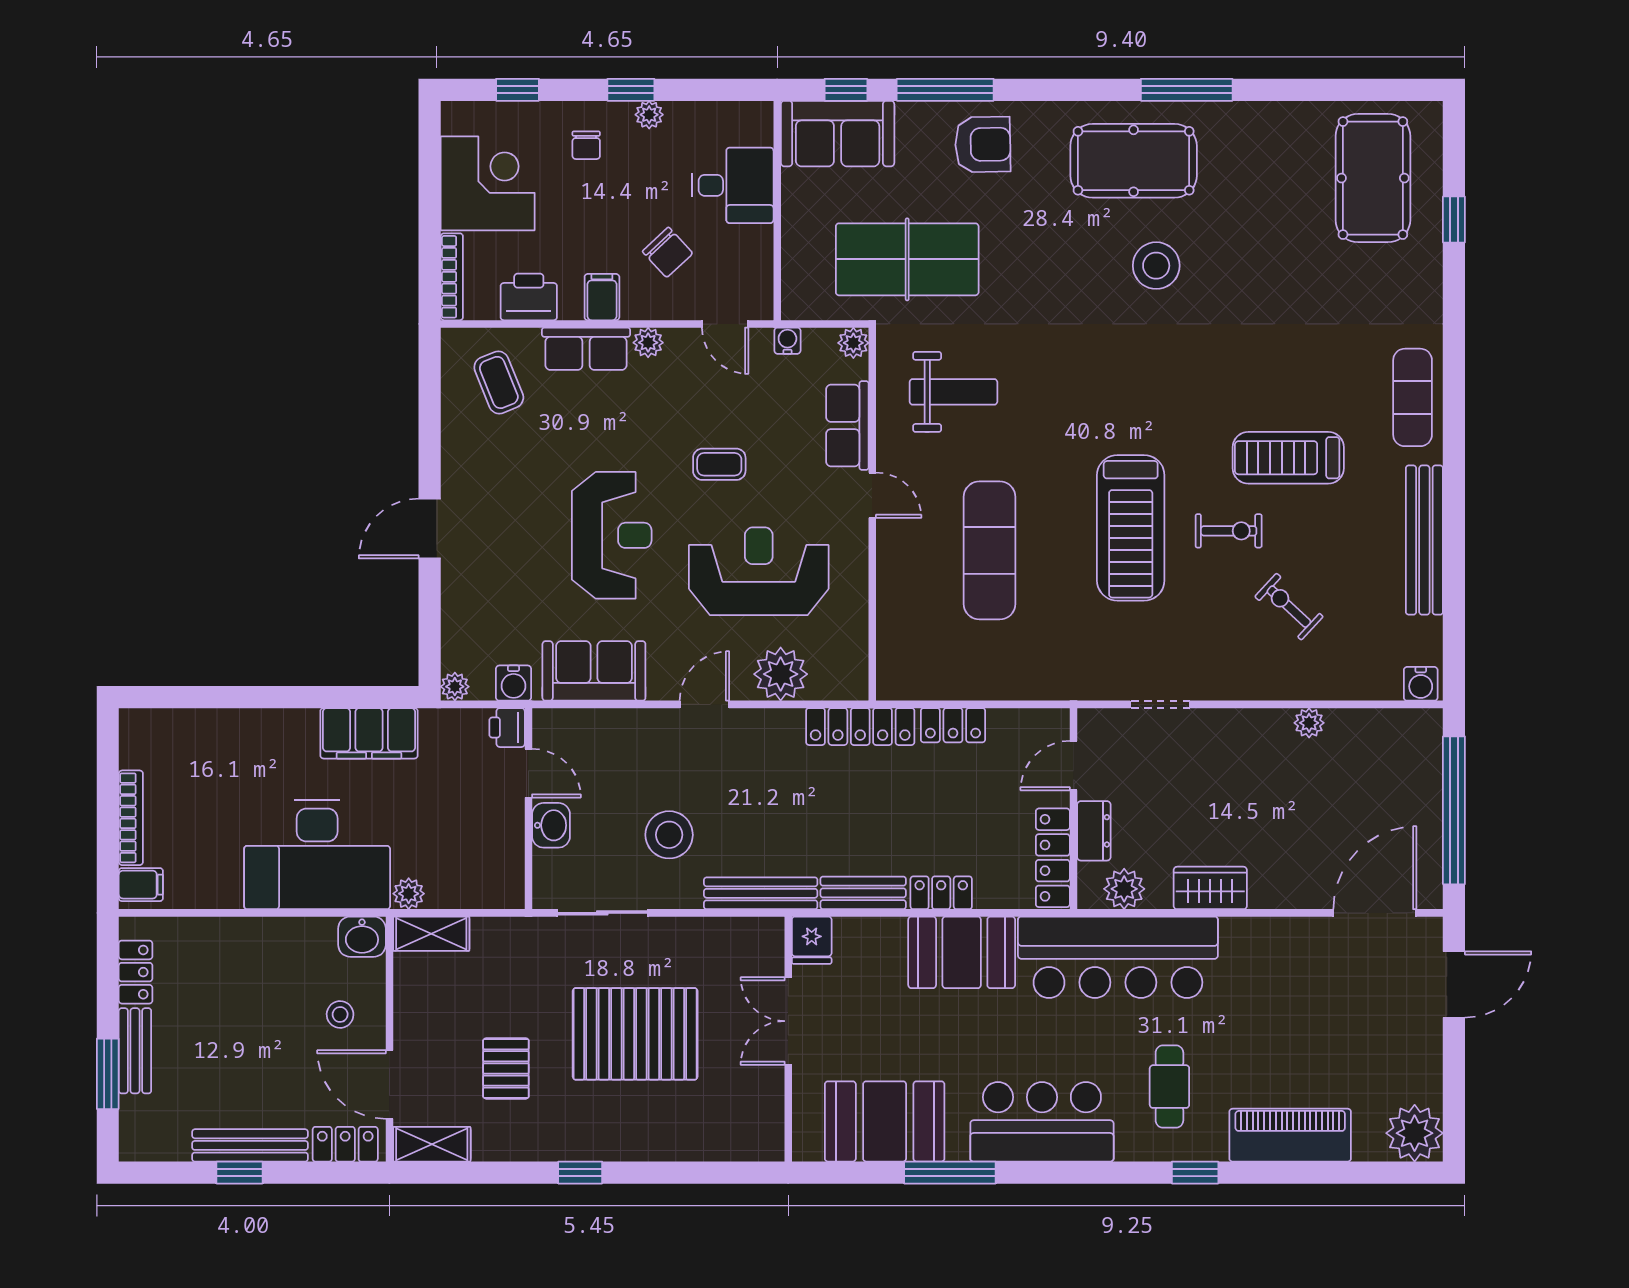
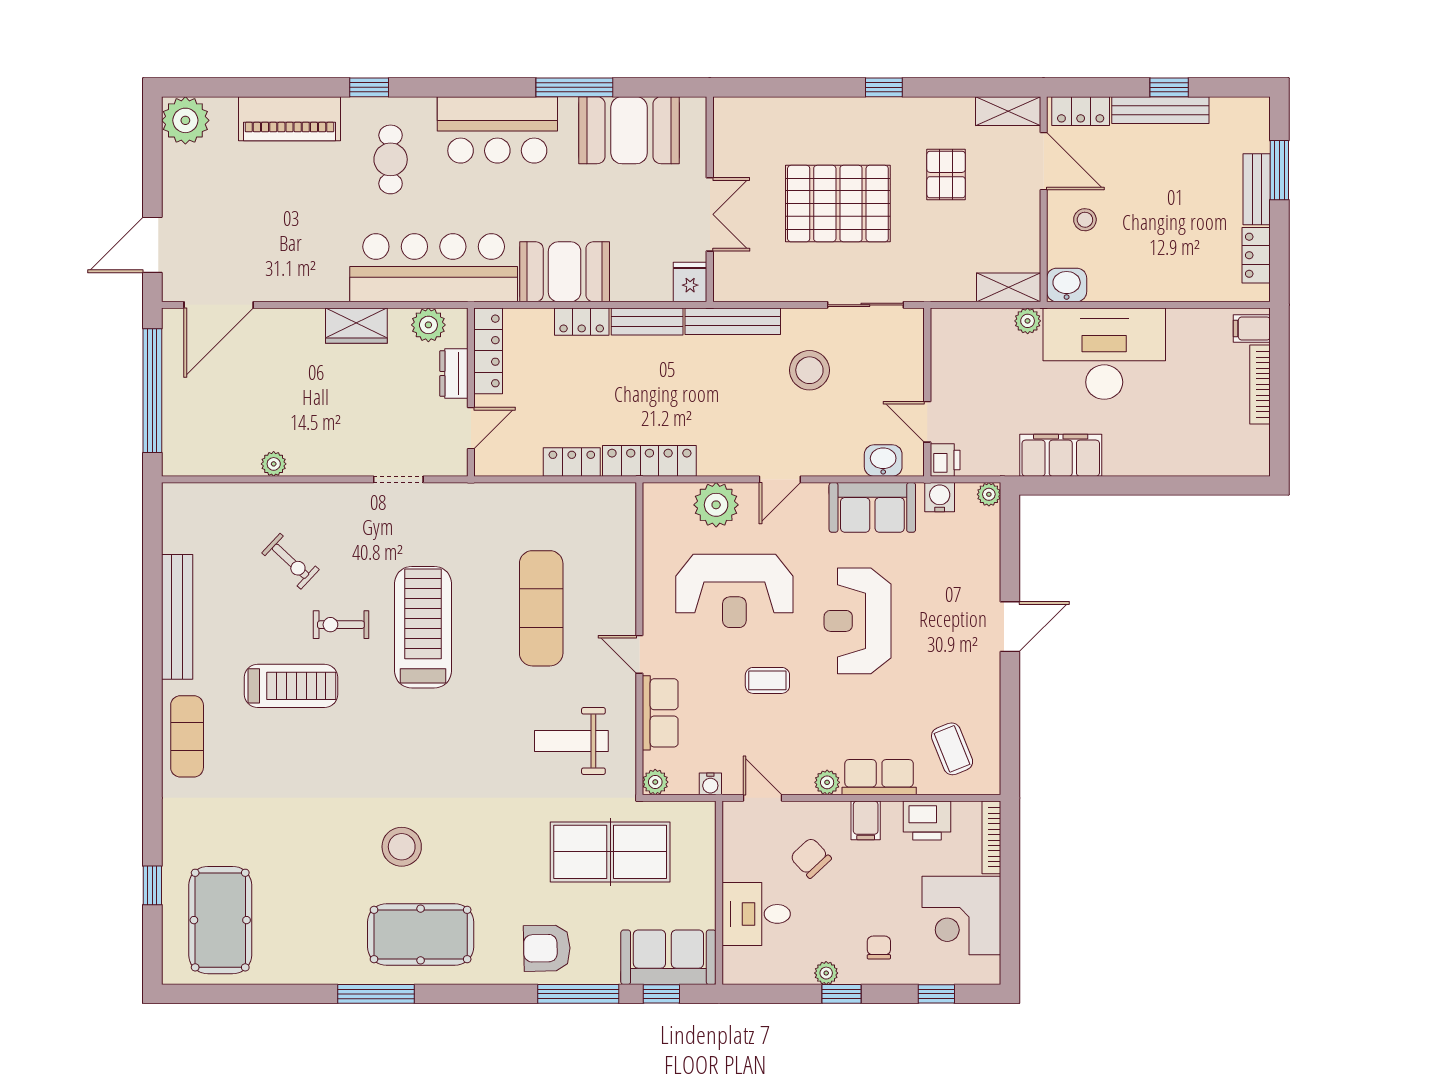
water cooler: (1421, 684) -> (180, 497), removed
washbasin: (551, 825) -> (883, 461), moved, turned 90

